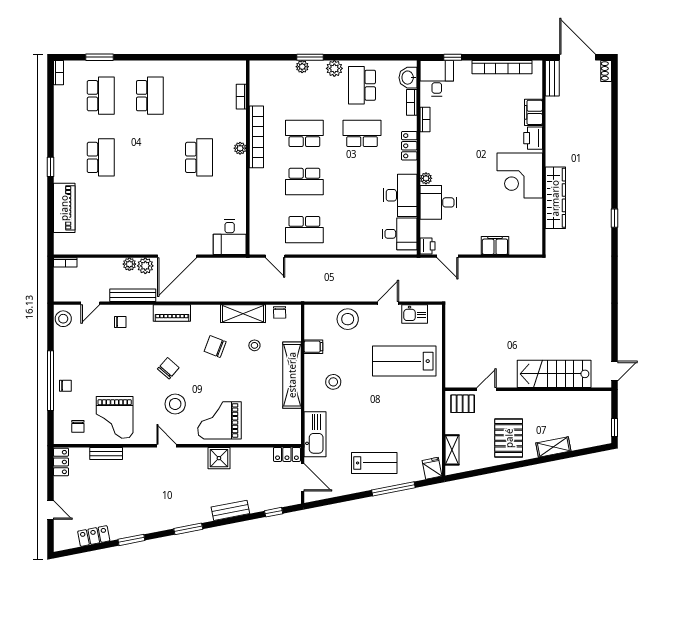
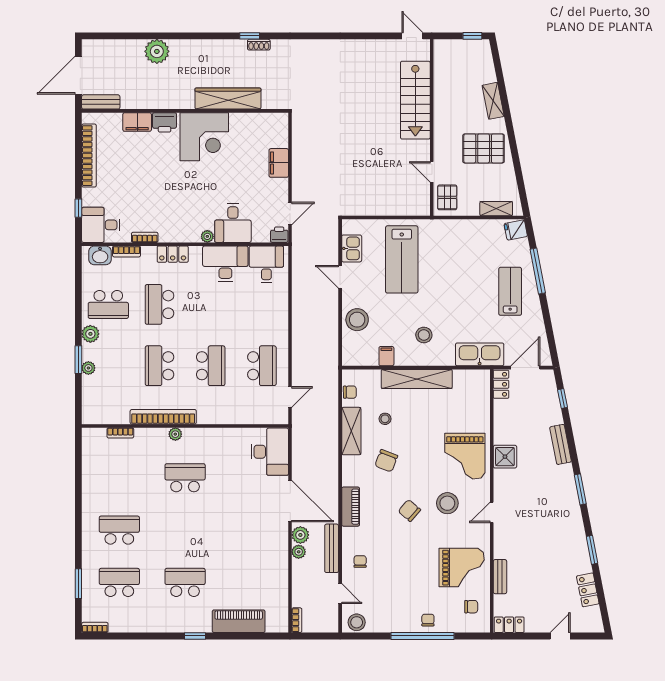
shoe rack: (606, 71) -> (259, 45), moved
plant: (600, 131) -> (157, 51), added
desk: (230, 237) -> (270, 452), width x1.37

